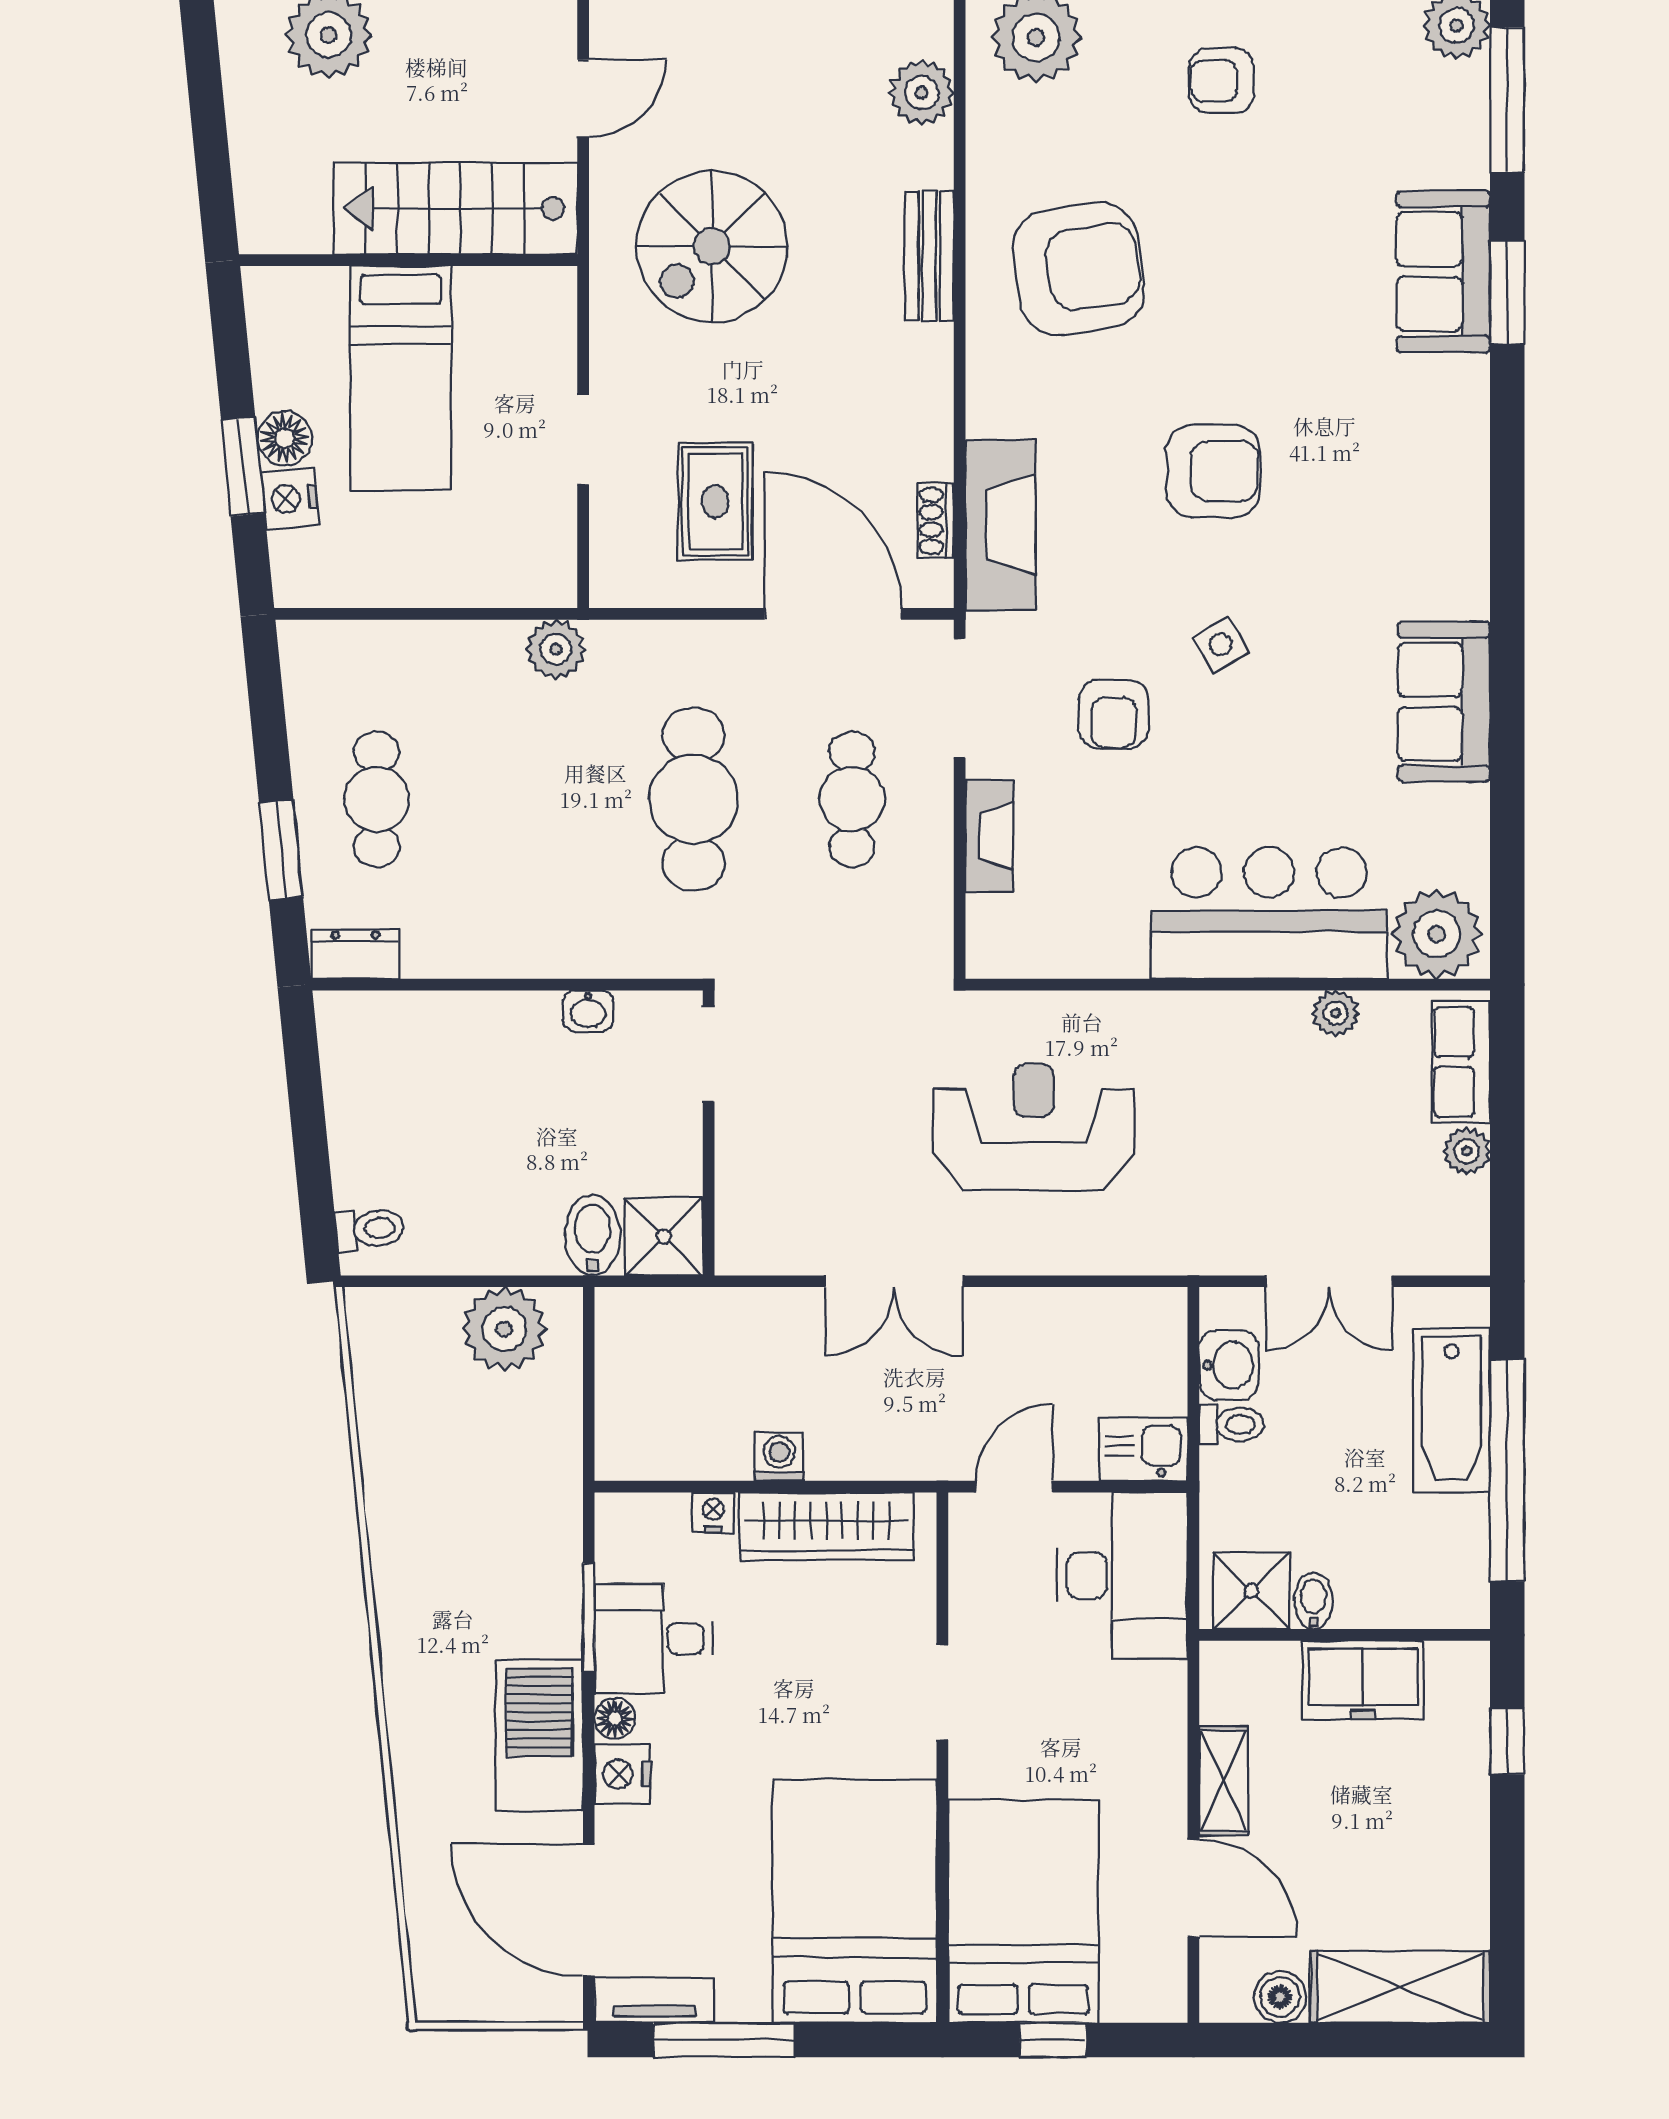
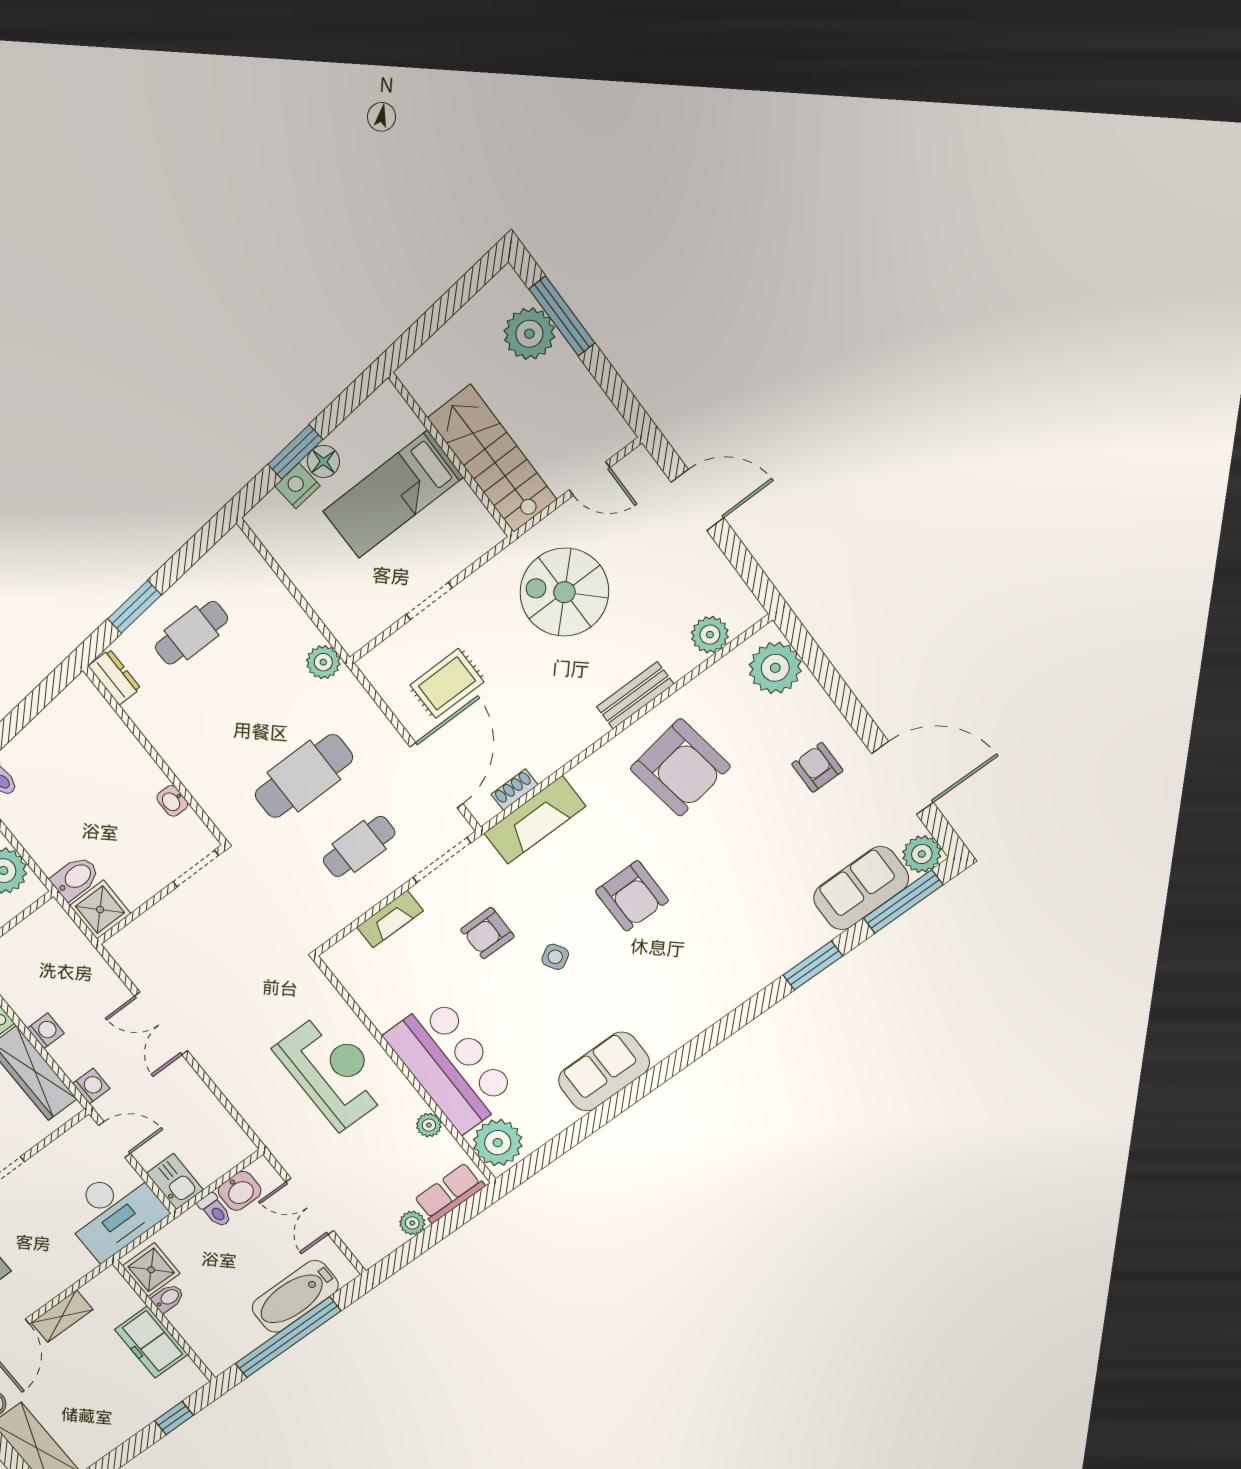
sofa: (1443, 272) -> (861, 888), moved
reception desk: (1034, 1127) -> (333, 1071), moved
washing machine: (910, 1456) -> (91, 1086), added

